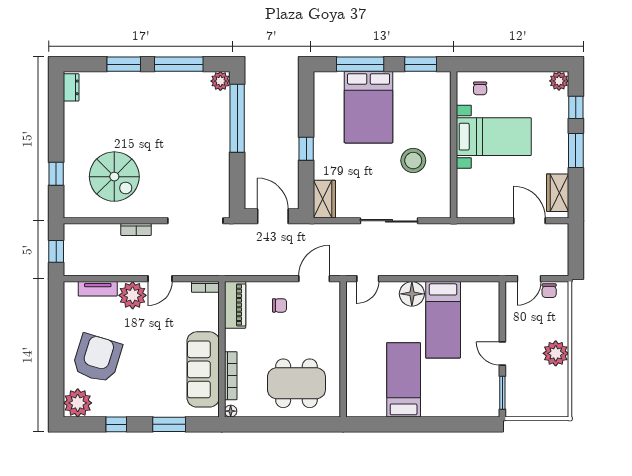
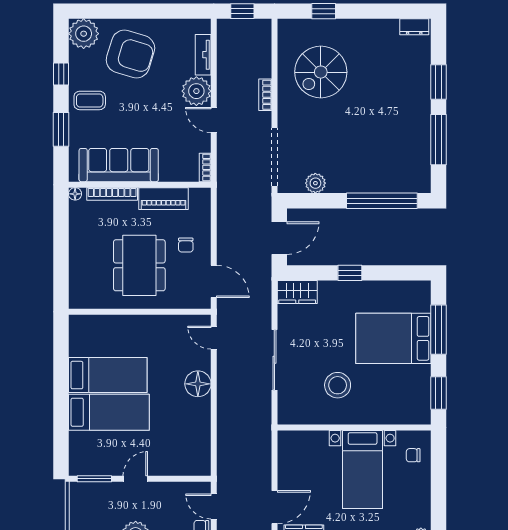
plant: (220, 81) -> (315, 183), moved
piano: (235, 305) -> (164, 199), moved
bed: (443, 320) -> (109, 412), moved, turned 180
dining table: (296, 383) -> (139, 265), moved
coffee table: (141, 397) -> (90, 100), added

